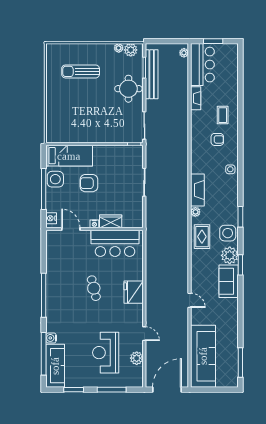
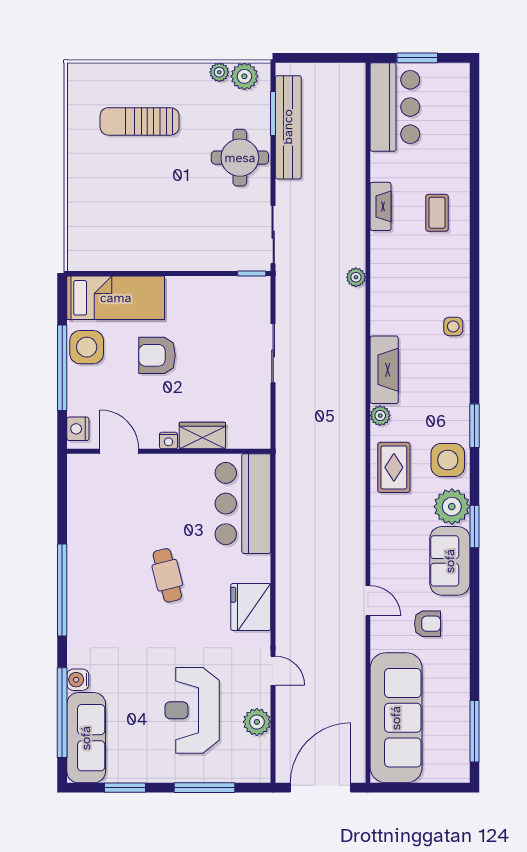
plant: (184, 53) -> (356, 277), moved
fireplace: (196, 98) -> (381, 206), moved
armchair: (217, 139) -> (428, 624), moved
bar counter: (115, 243) -> (243, 504), moved, turned 90
fridge: (134, 292) -> (251, 607), moved

